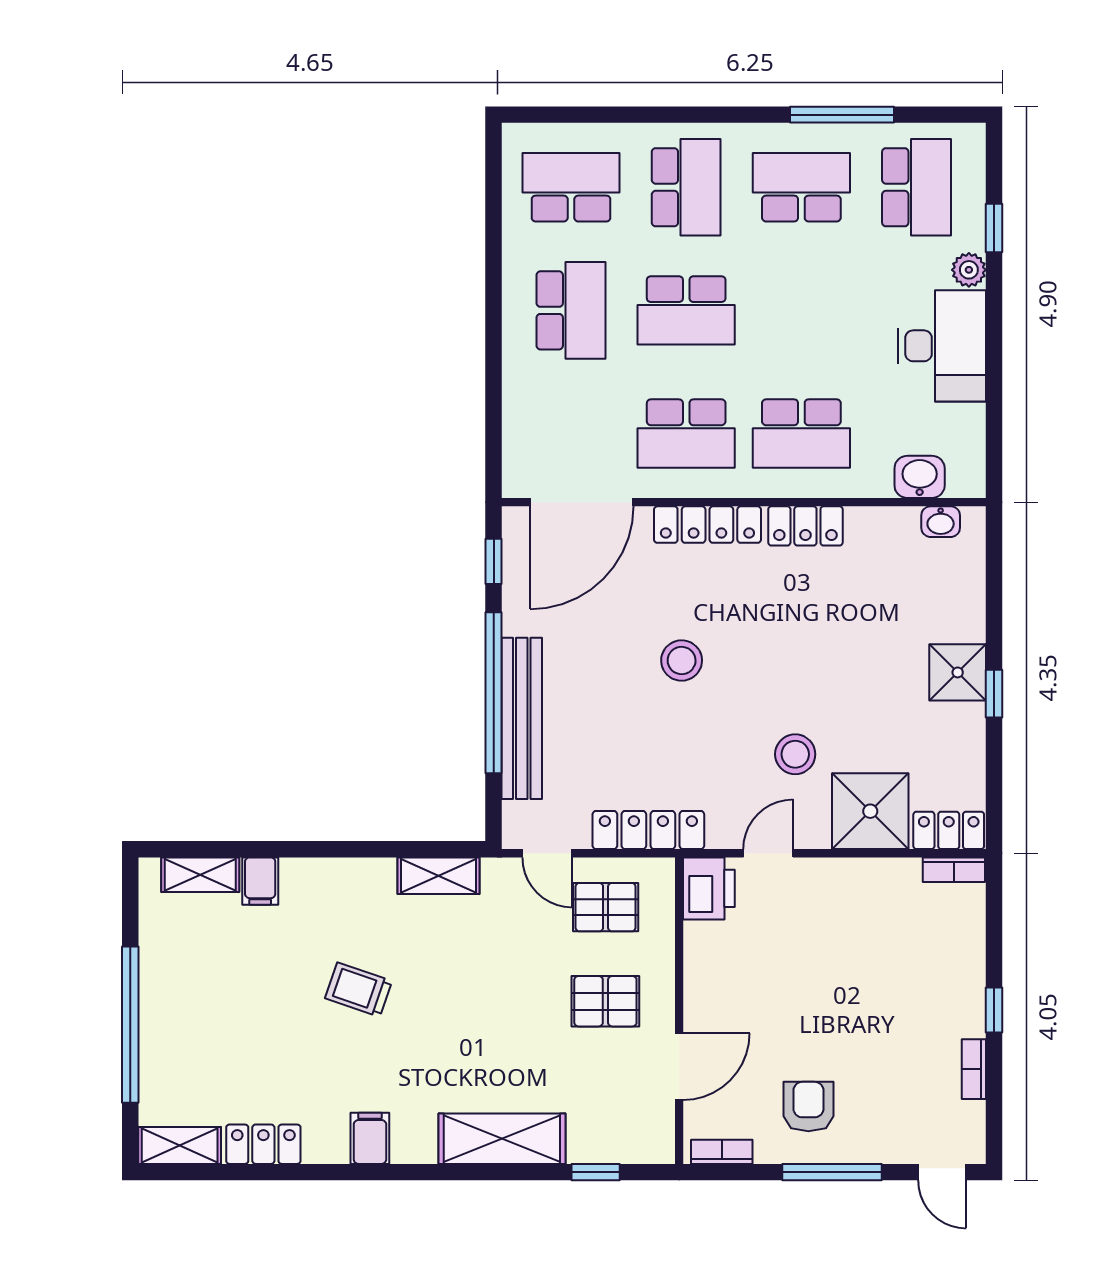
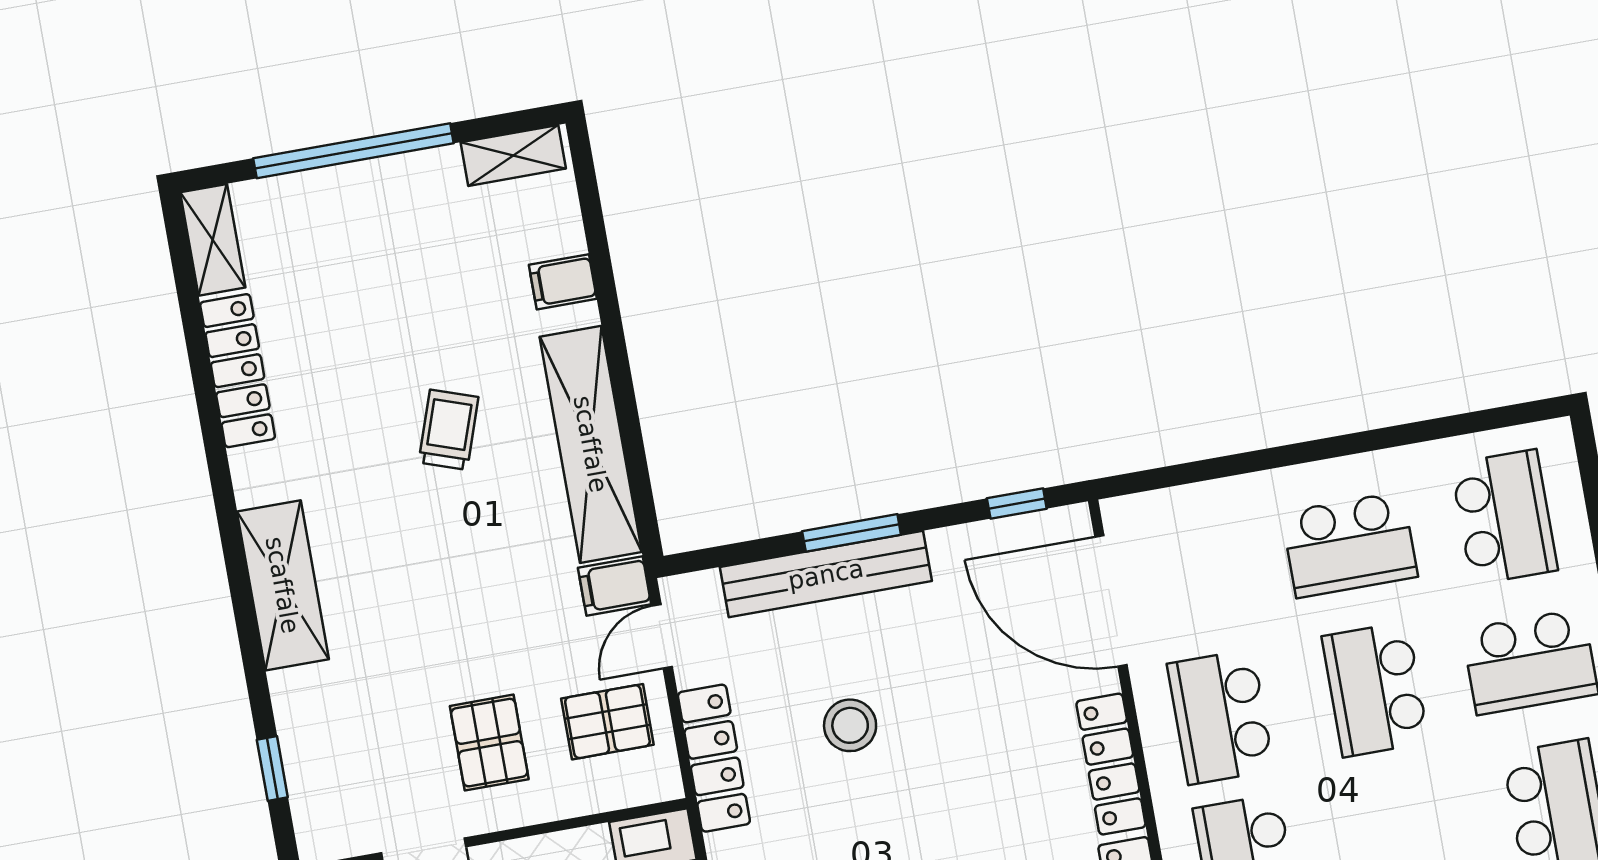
stool: (682, 661) -> (850, 725), moved
window: (494, 693) -> (852, 533), width x0.47
shelving: (200, 875) -> (513, 155), moved, turned 90
shelving: (438, 876) -> (591, 444), width x2.20, depth x1.33
pallet: (606, 907) -> (607, 722), turned 90
filing cabinet: (370, 1138) -> (615, 586), moved, turned 180
shelving: (502, 1139) -> (283, 585), moved
locker: (263, 1144) -> (238, 371), width x1.53

